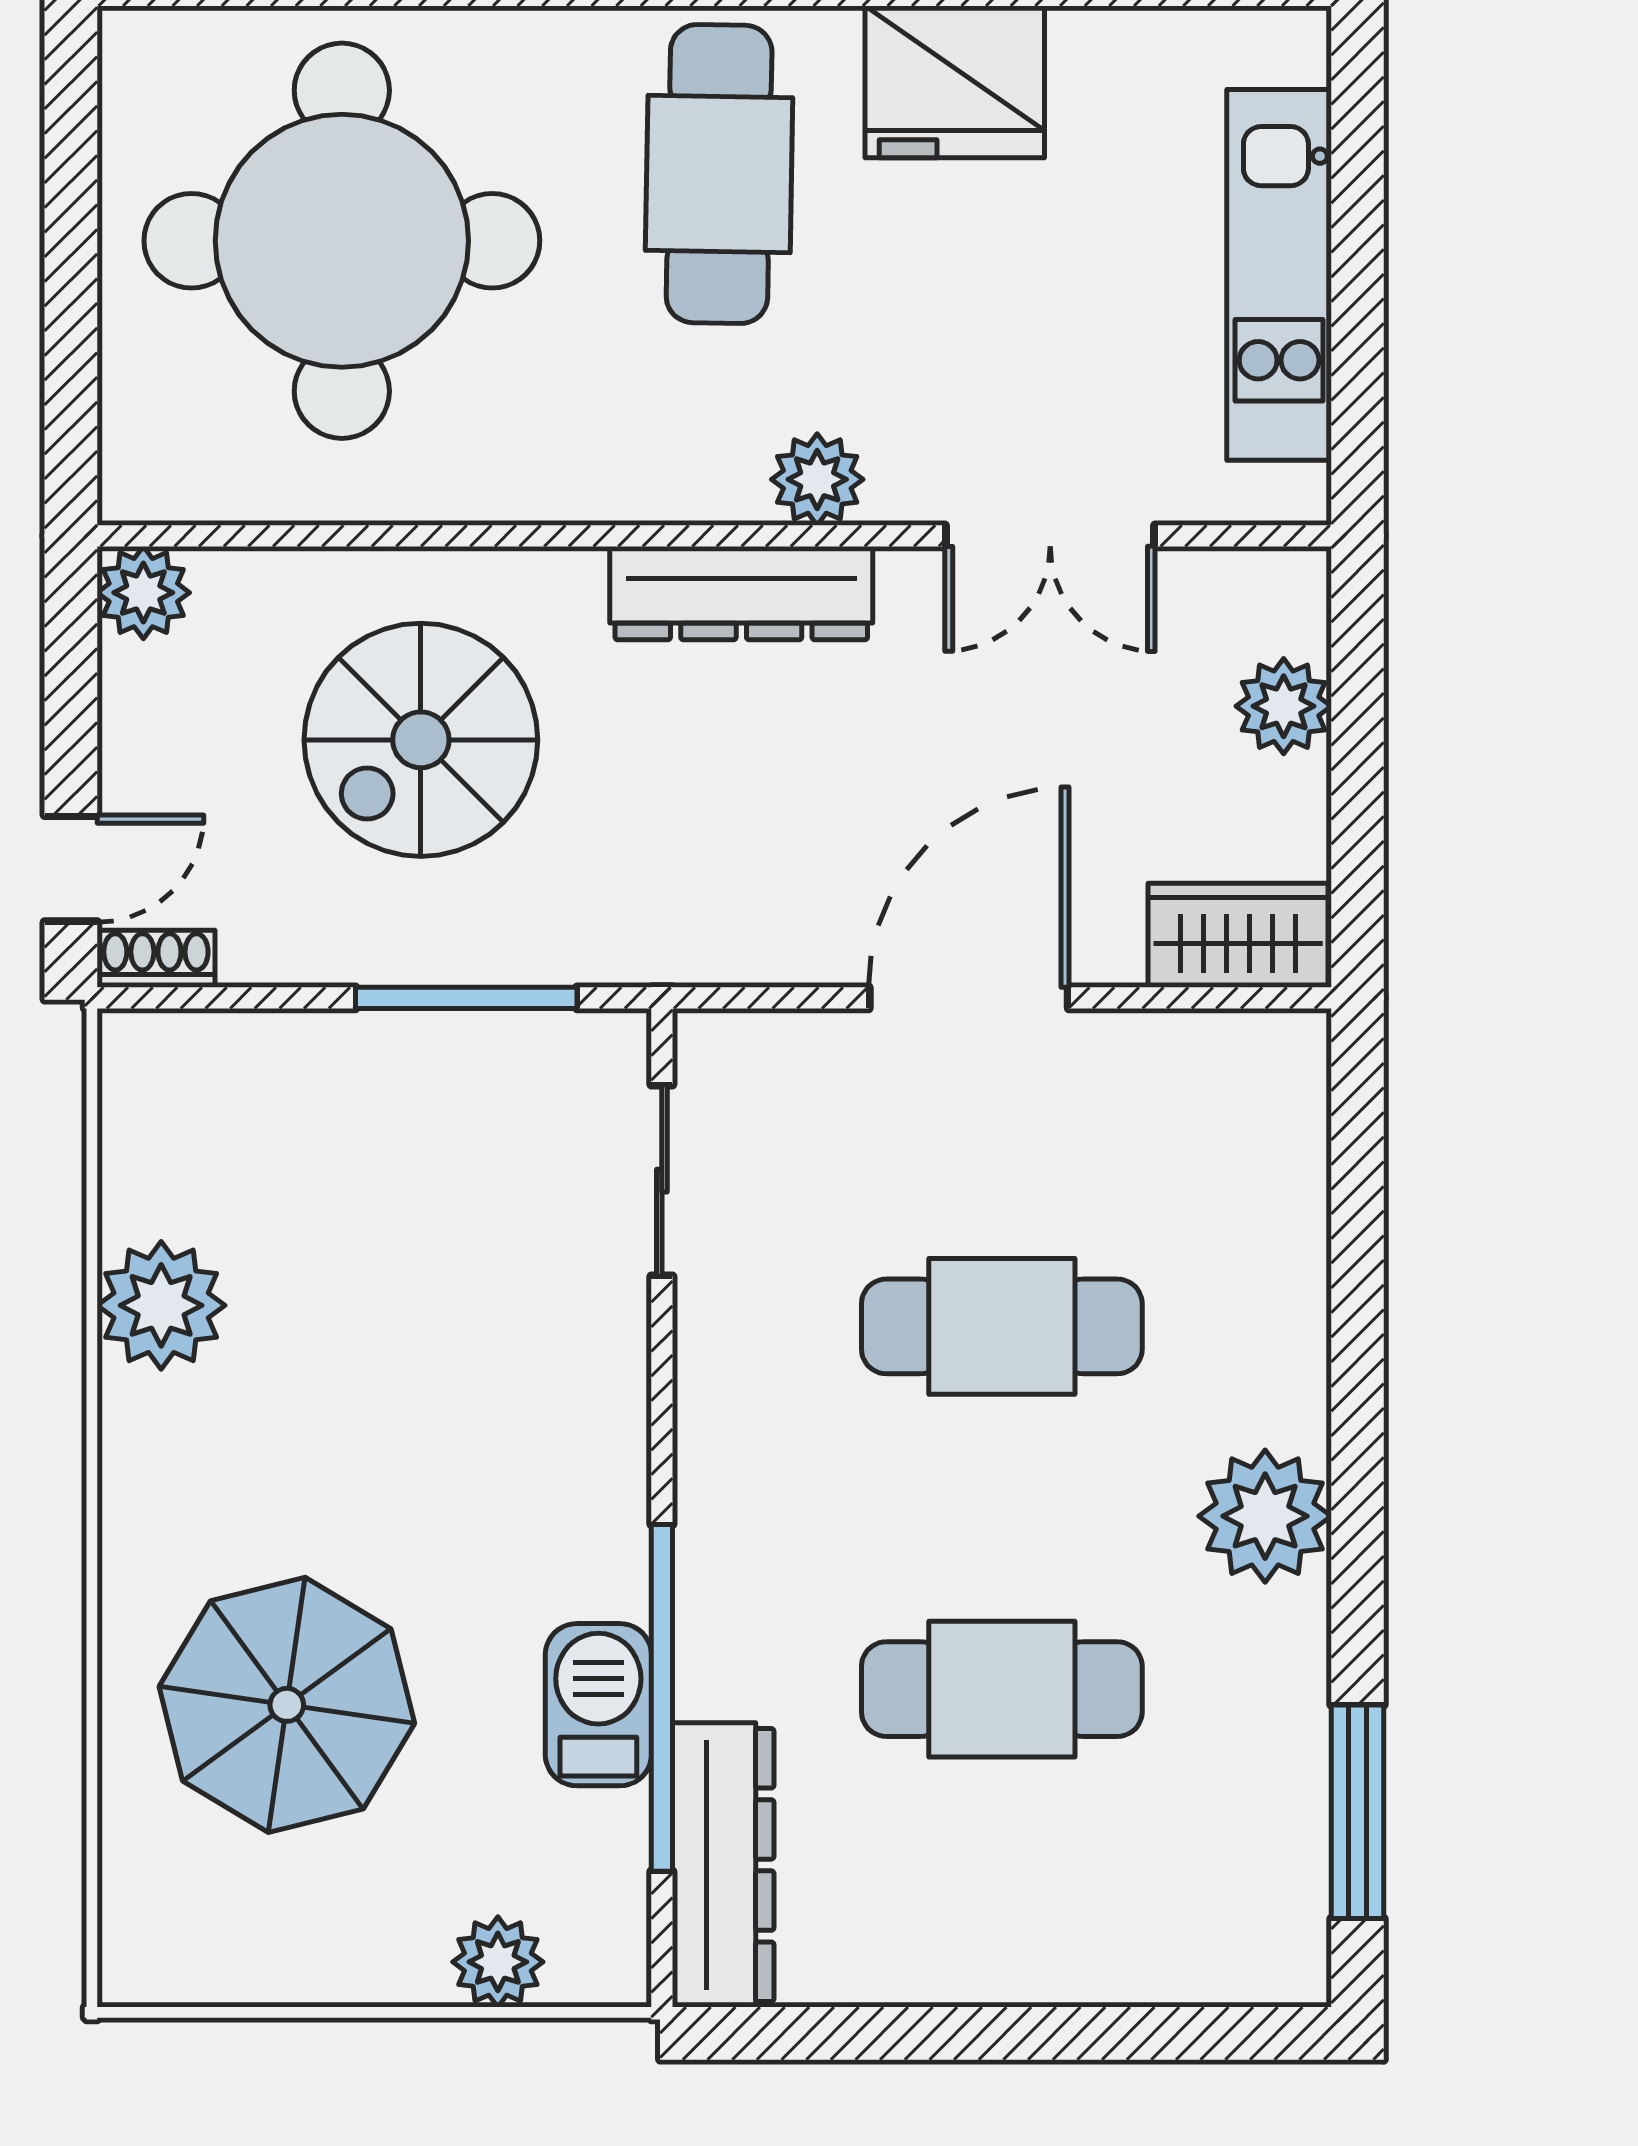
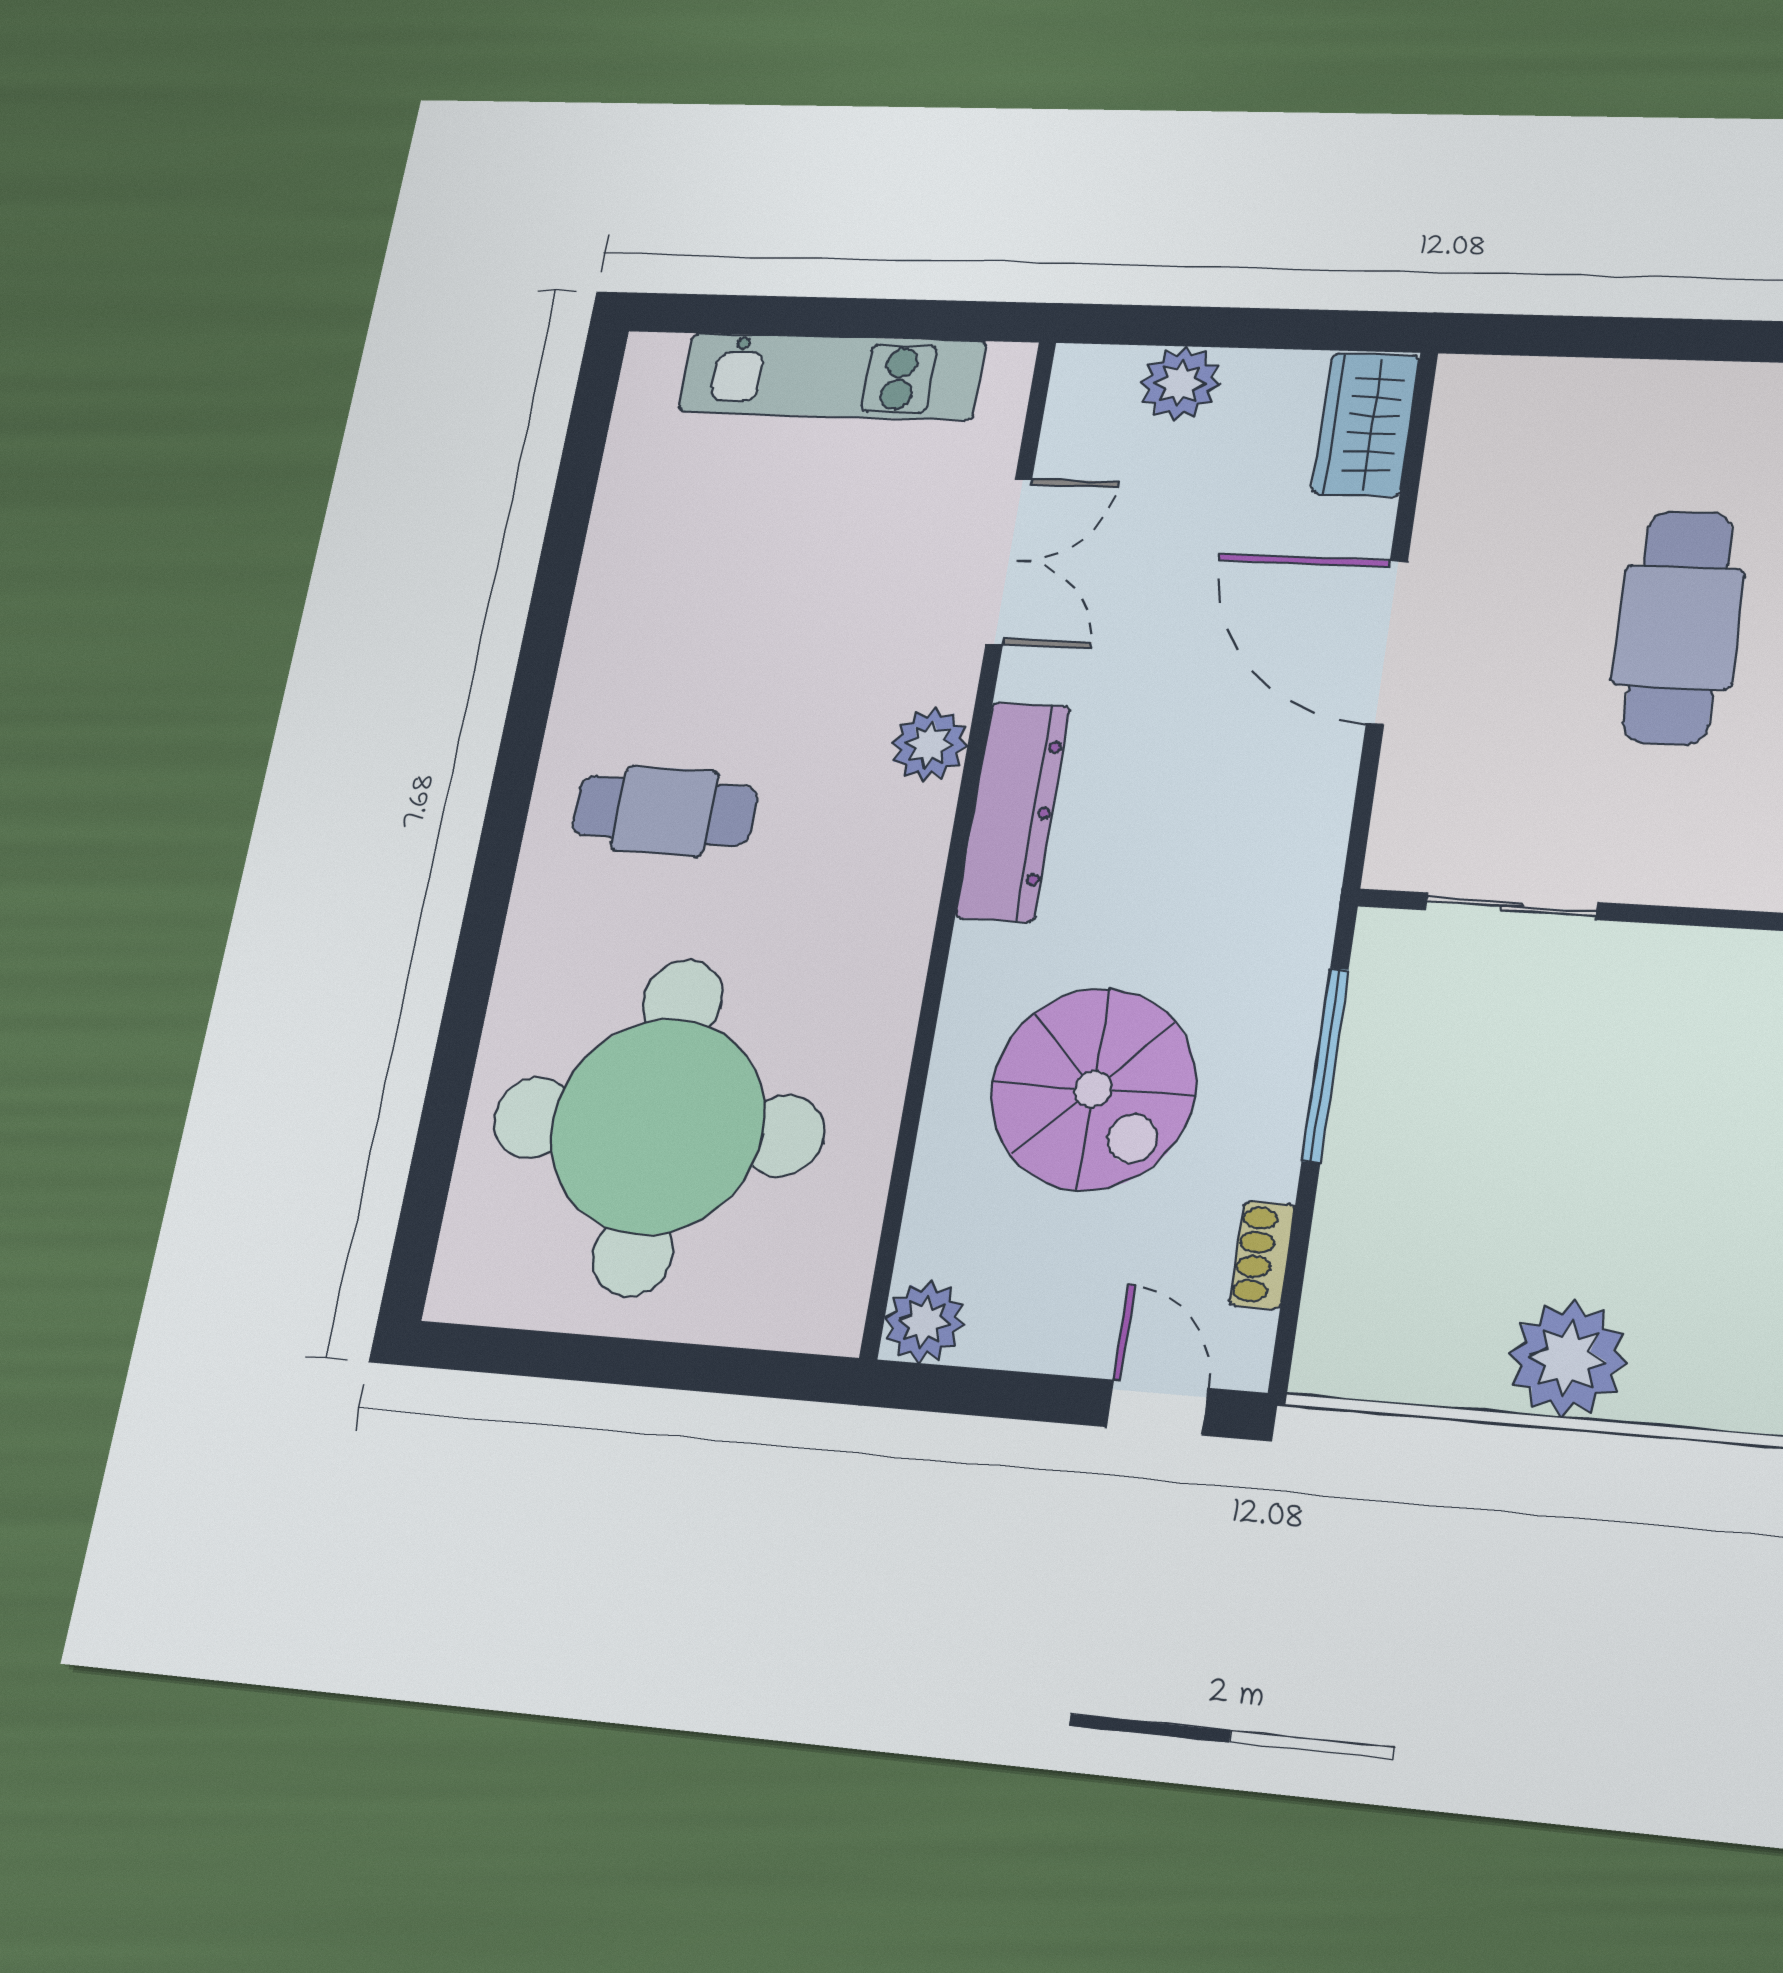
fridge: (955, 82) -> (629, 620), removed
cafe table: (719, 174) -> (665, 811), width x0.73, depth x0.74
shoe rack: (156, 959) -> (1262, 1255), moved

